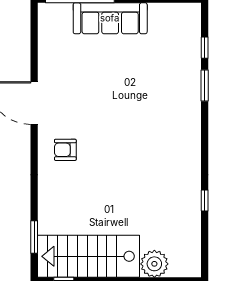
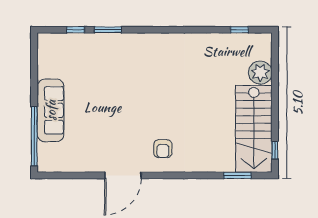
window: (205, 201) -> (239, 30), moved

